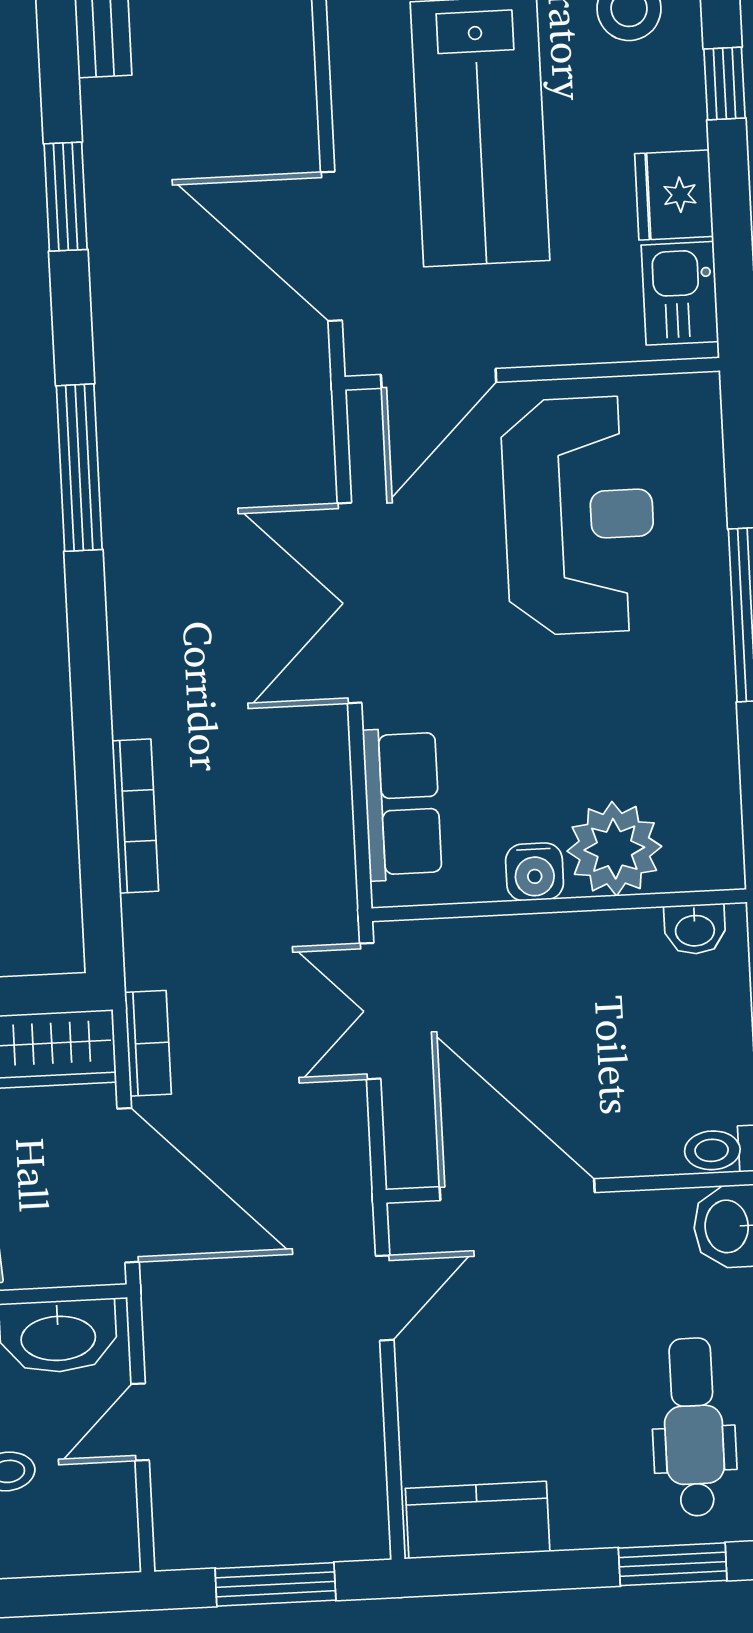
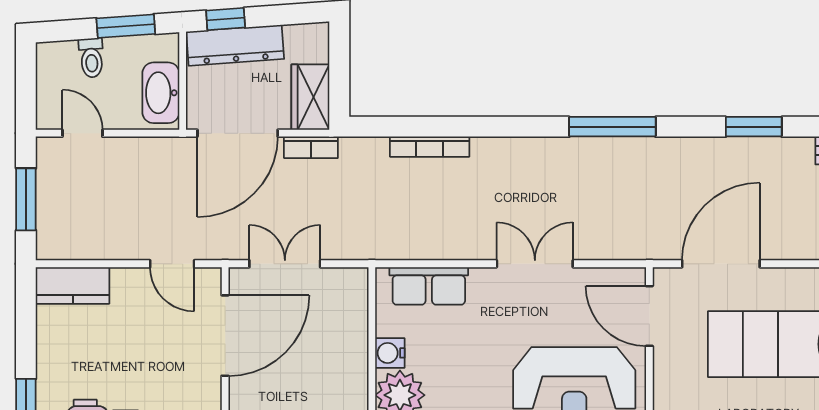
double door: (349, 603) -> (535, 264), width x0.73
double door: (370, 1011) -> (285, 264), moved
door: (140, 1422) -> (82, 133), moved
kitchen counter: (478, 1520) -> (73, 285), moved, turned 90

